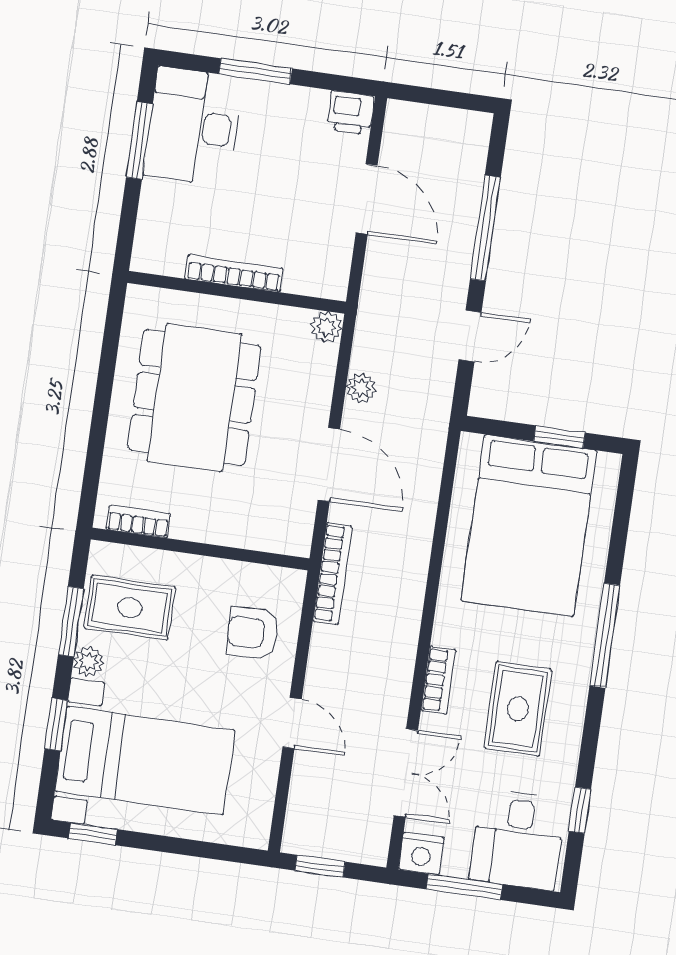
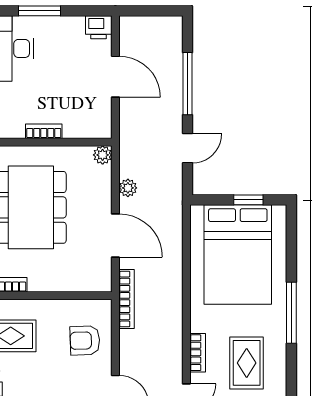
bookcase: (234, 273) -> (44, 131), width x0.64

